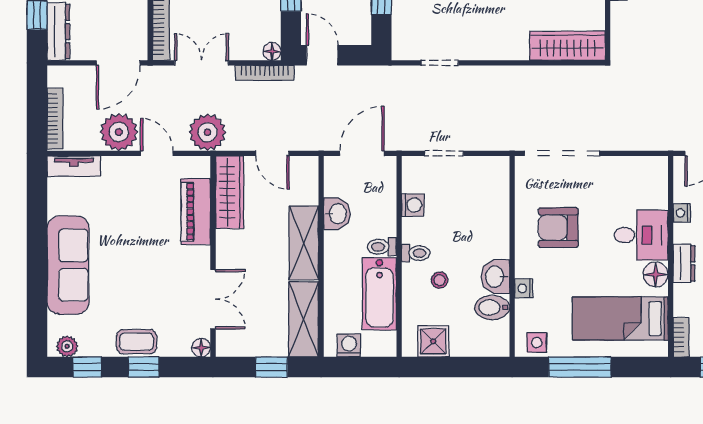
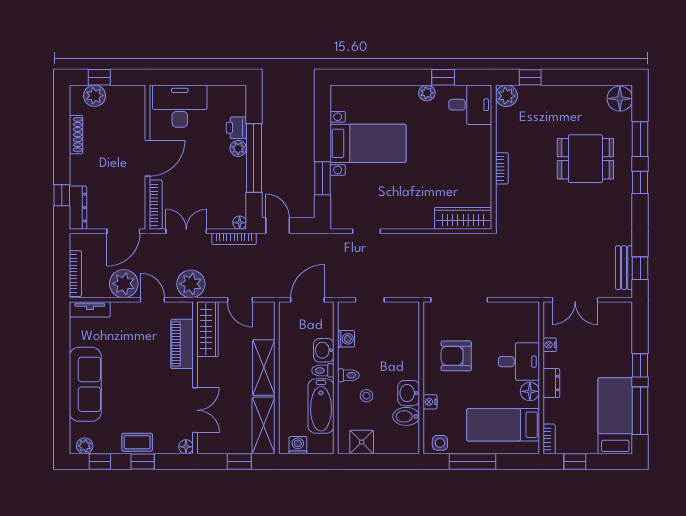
washbasin: (337, 214) -> (324, 350), moved, turned 180

